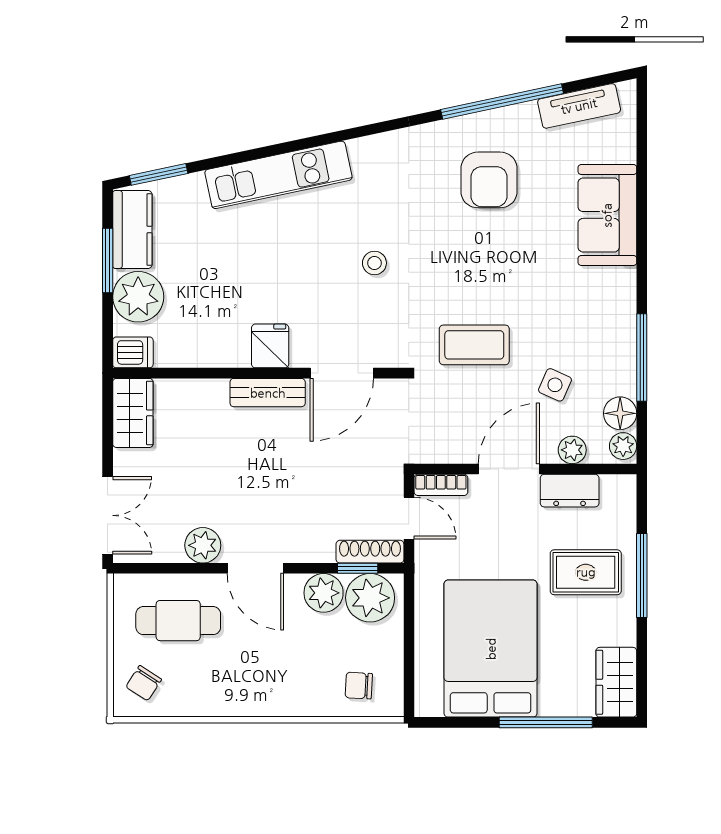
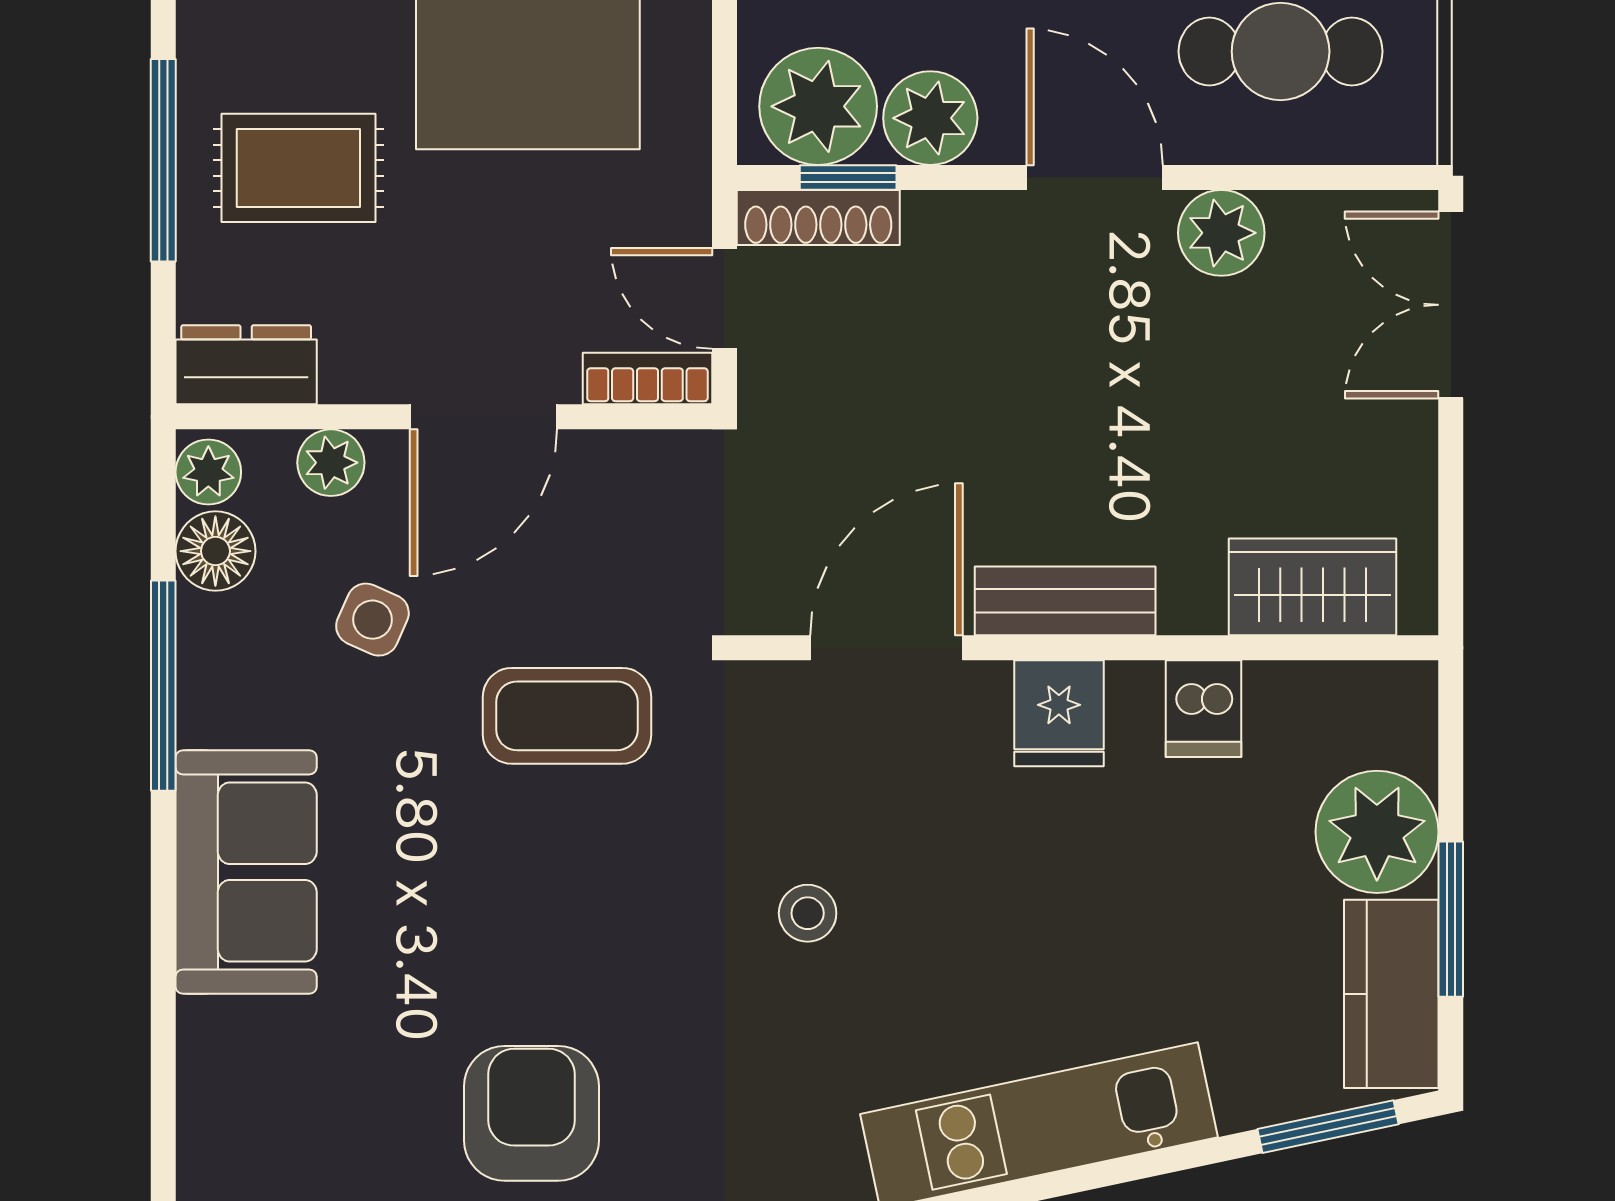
sofa: (607, 215) -> (246, 872), moved
dishwasher: (133, 352) -> (1204, 709), moved, turned -90
wardrobe: (133, 413) -> (1312, 587), moved, turned 90
dresser: (570, 491) -> (246, 365), moved

